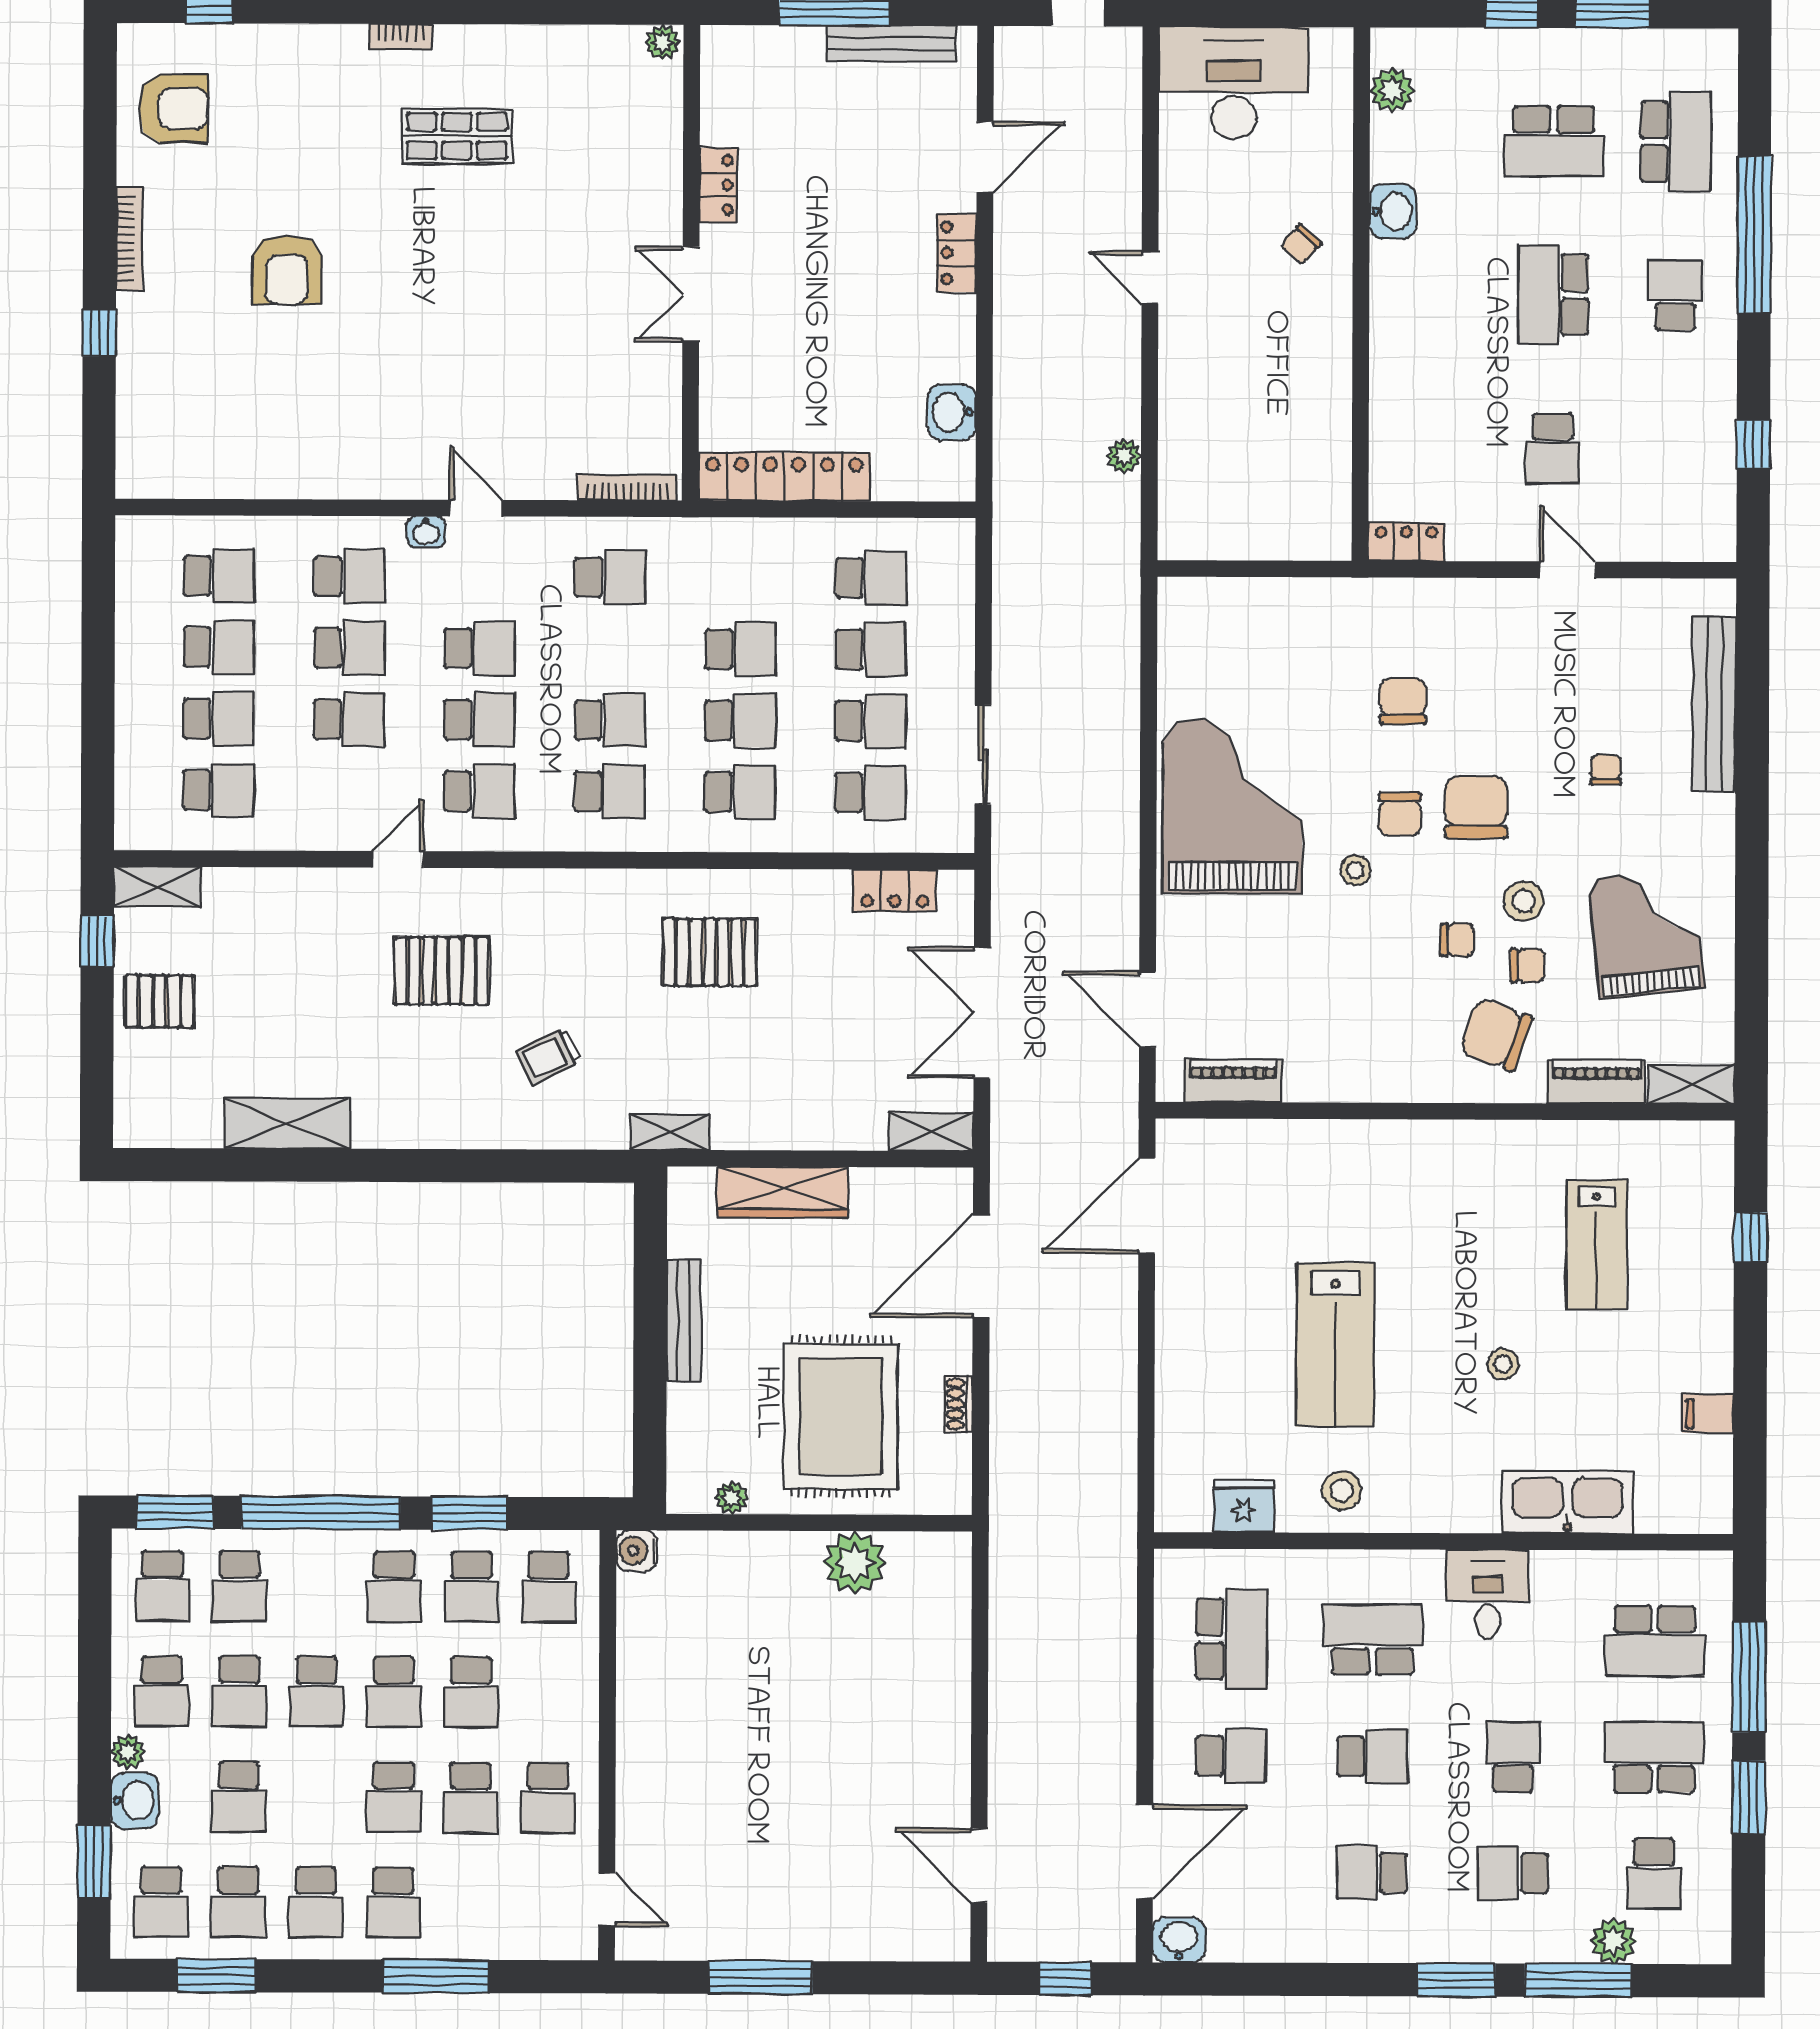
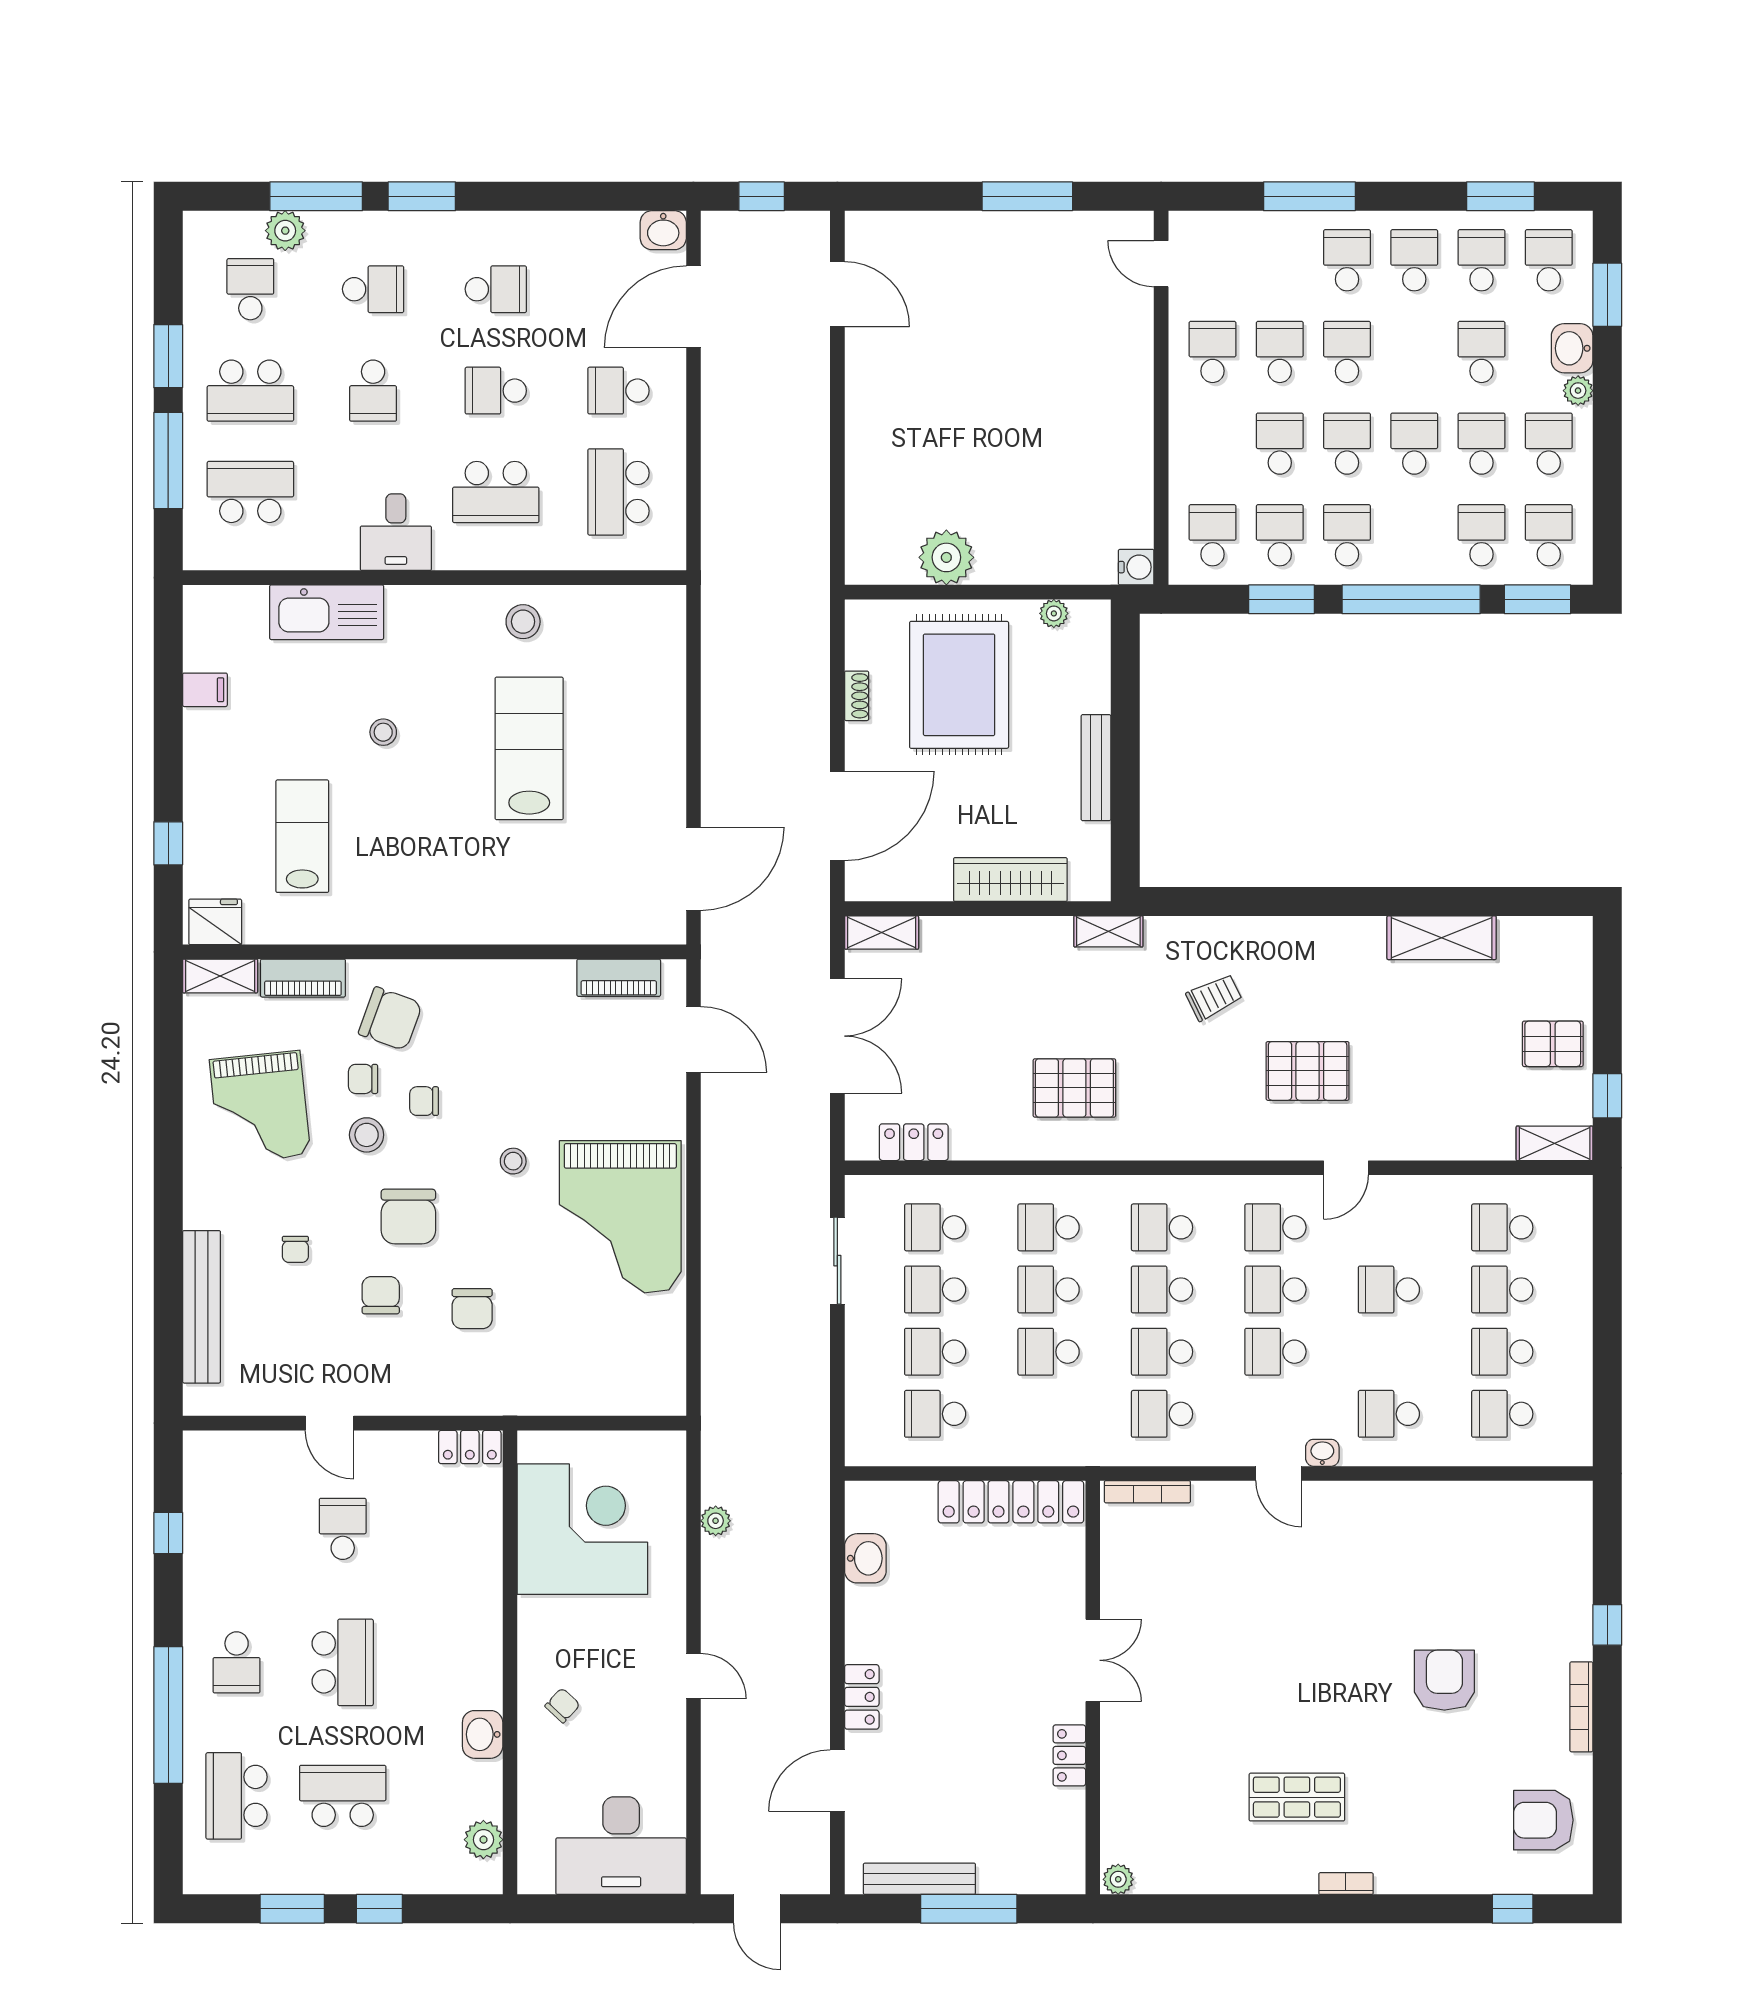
corner desk: (1277, 447) -> (582, 1529), added
school desk: (349, 648) -> (1162, 1352), moved
chair: (1400, 814) -> (381, 1295), moved
fridge: (1244, 1506) -> (215, 922), moved, turned 180

